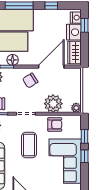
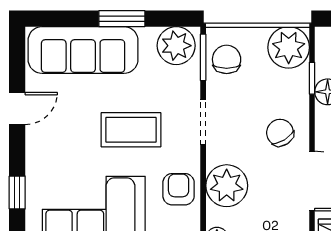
armchair: (55, 124) -> (179, 189), turned 180

